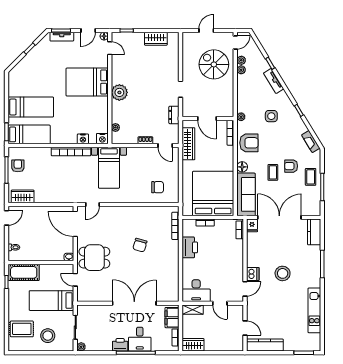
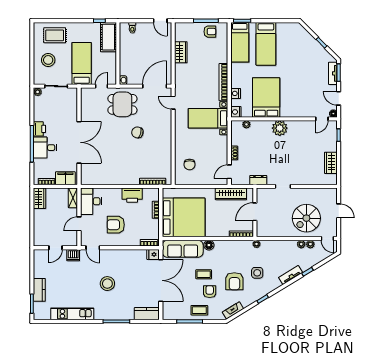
spiral stairs: (214, 64) -> (306, 218), turned 180
bed: (87, 82) -> (266, 97), moved
armchair: (249, 143) -> (234, 281), moved
wardrobe: (23, 196) -> (181, 52), moved
chair: (140, 245) -> (137, 132), moved
dining table: (94, 258) -> (122, 104), turned 90
armchair: (221, 265) -> (116, 225), added
dishwasher: (253, 274) -> (73, 255), moved
rug: (22, 329) -> (55, 35), turned 90
kitchen counter: (265, 345) -> (39, 290), moved, width x0.67

